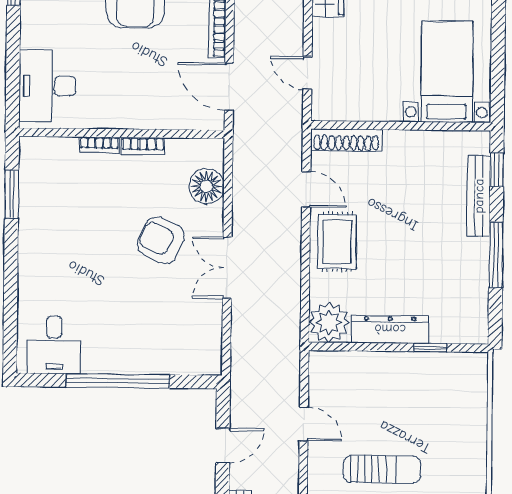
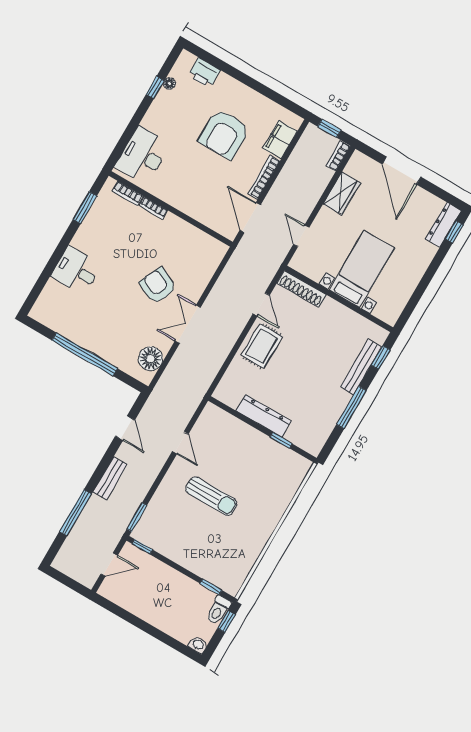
bed with nightstands: (447, 72) -> (362, 269), moved
bookcase: (143, 146) -> (128, 194), moved
floor lamp: (206, 186) -> (151, 359), moved
plant: (329, 322) -> (230, 391), removed
desk: (54, 345) -> (76, 270), moved, turned 90
door: (223, 446) -> (125, 428), hinge flipped

